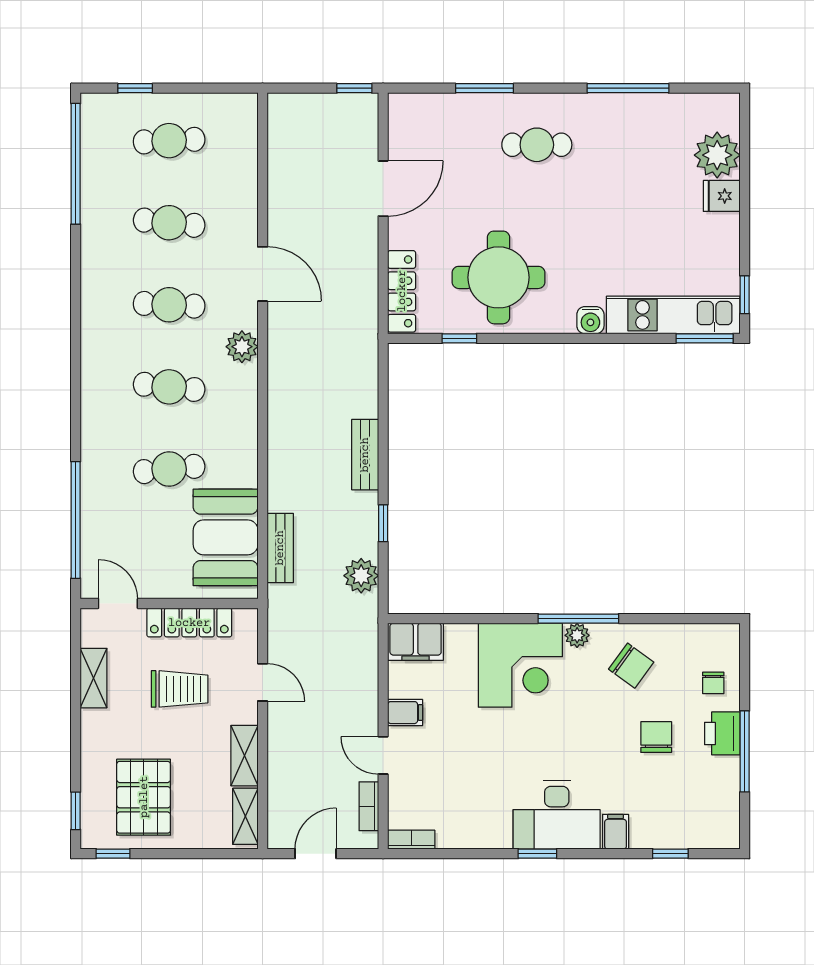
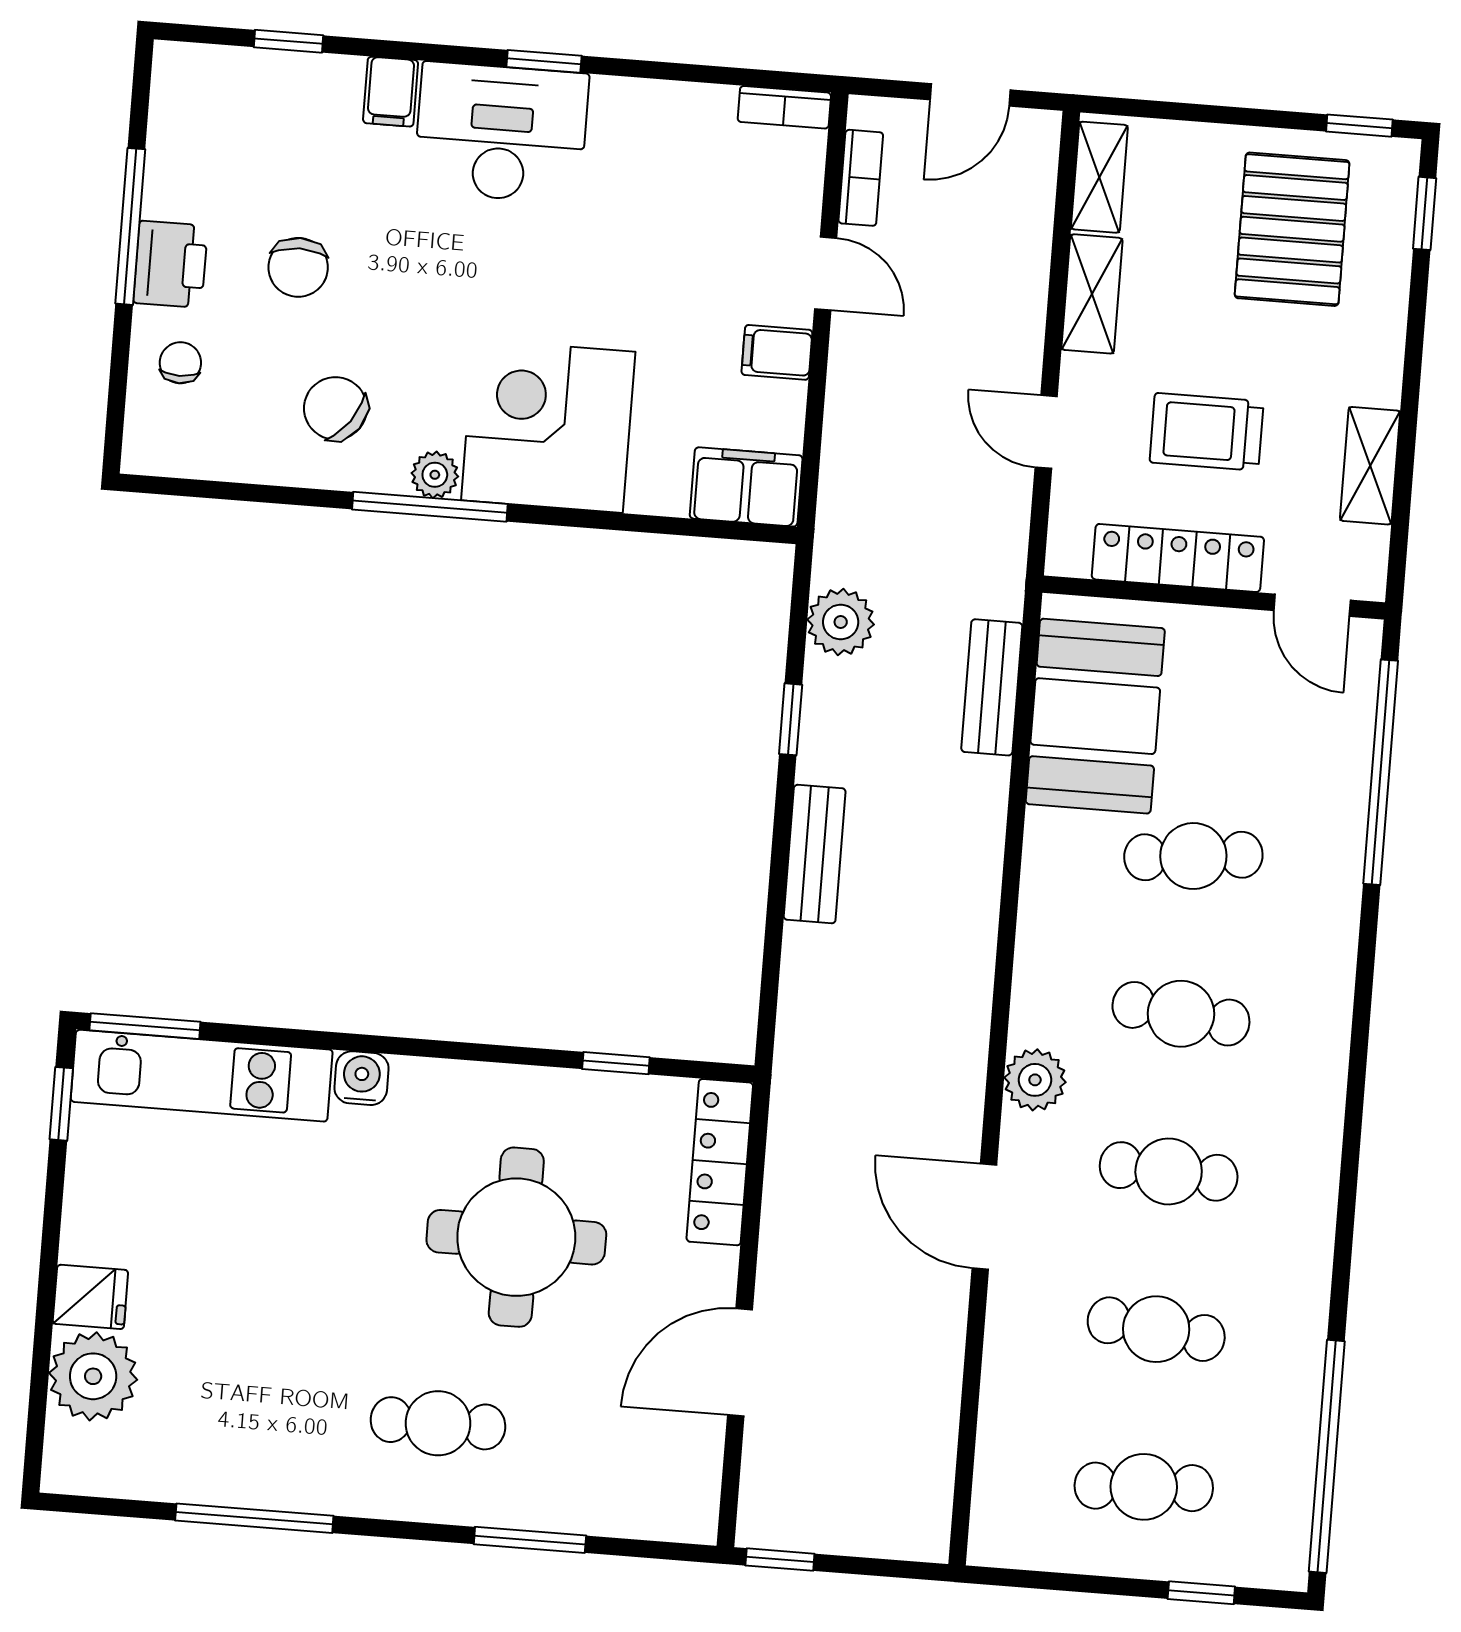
round table: (498, 277) -> (516, 1237), moved

